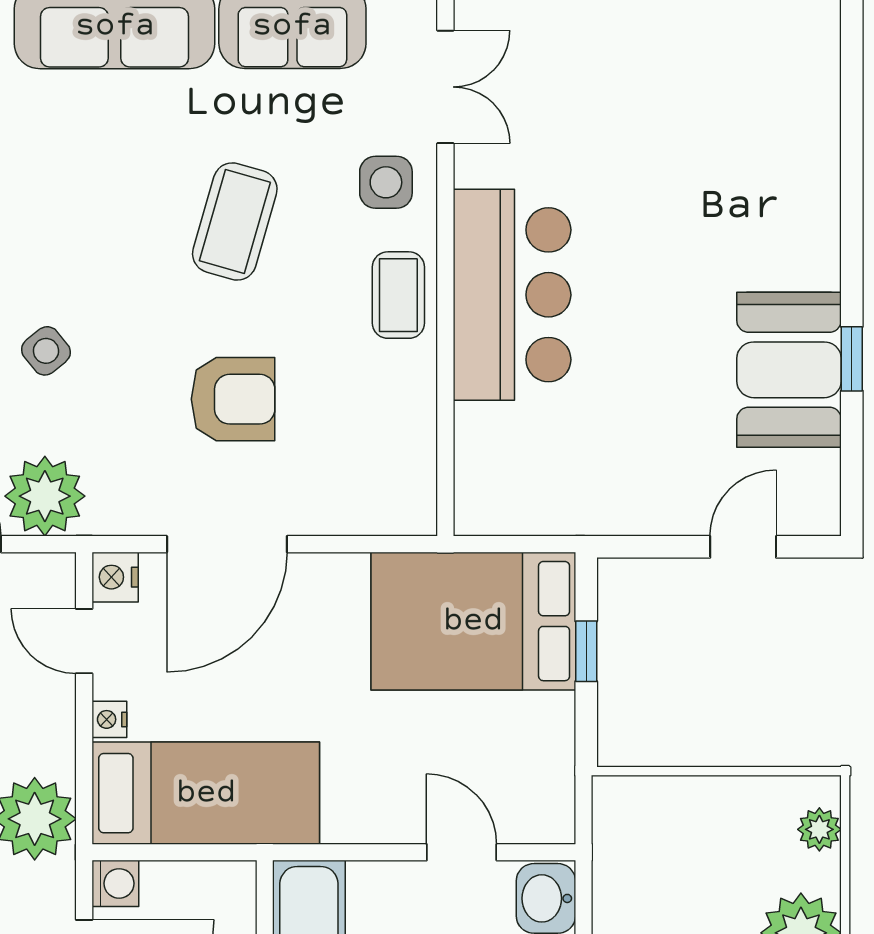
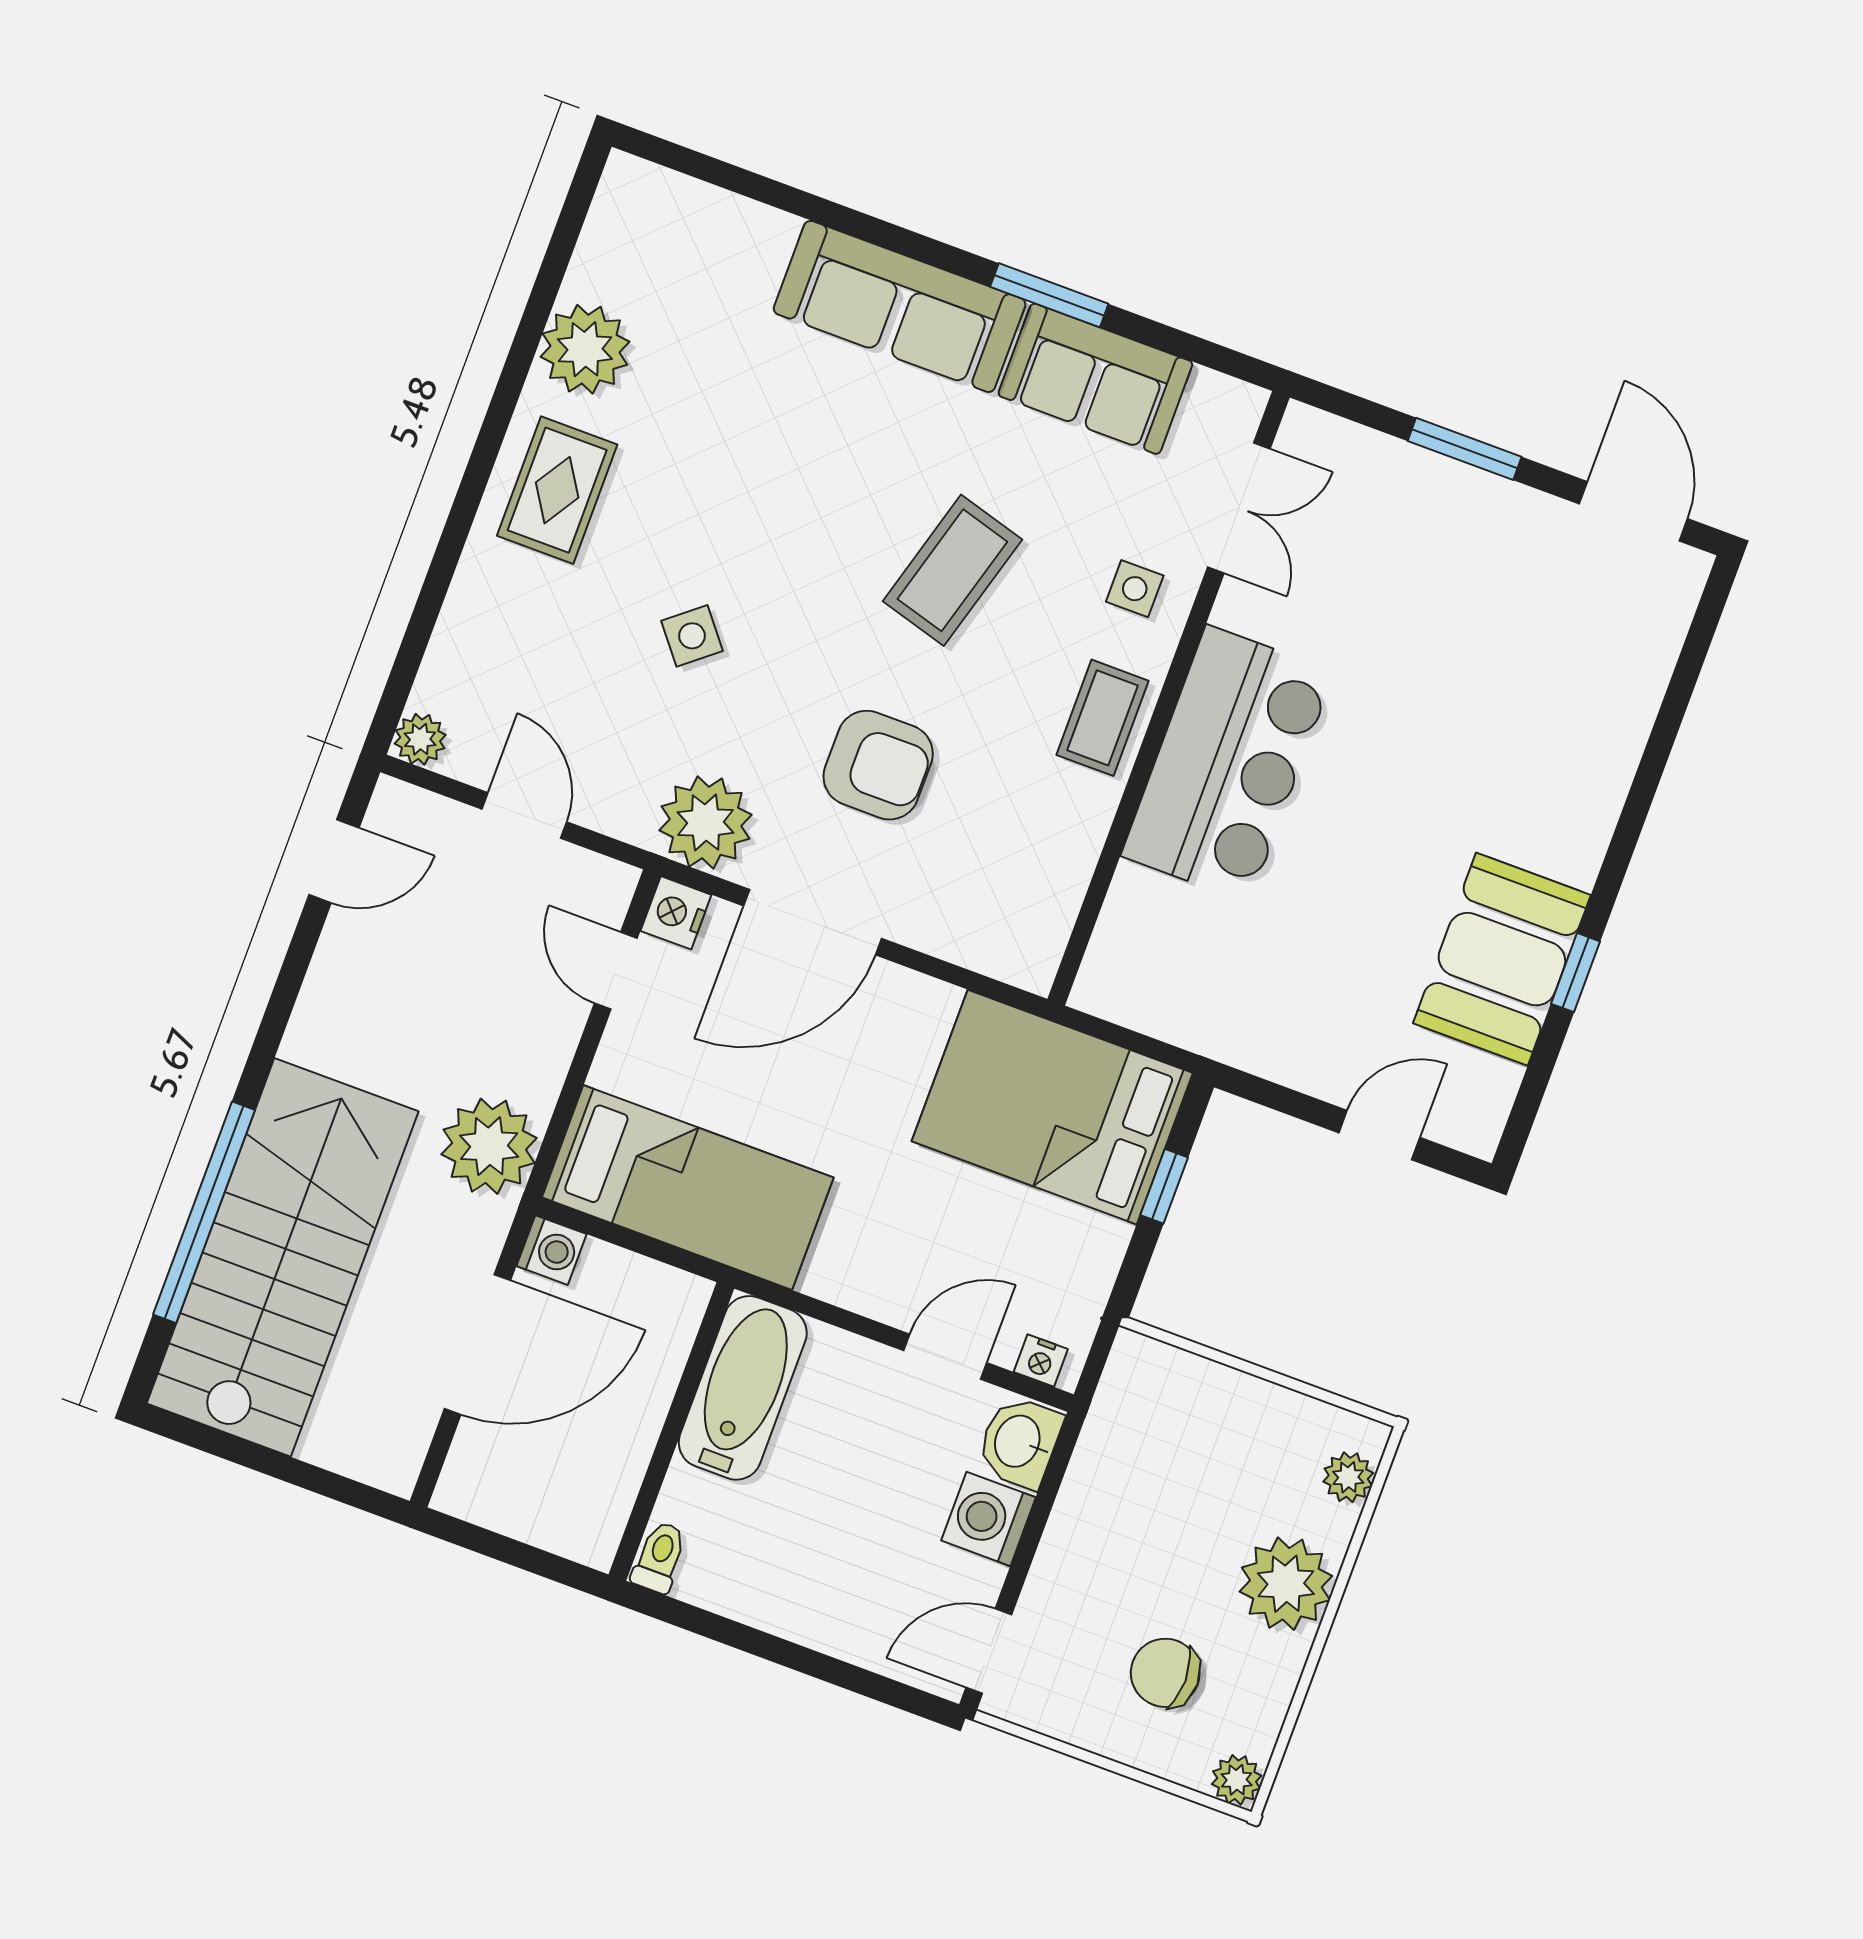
side table: (386, 182) -> (1135, 589), width x0.73, depth x0.73
plant: (45, 496) -> (705, 823), moved
nightstand: (109, 719) -> (1041, 1360), moved, turned -90
door: (462, 852) -> (945, 1357), hinge flipped

